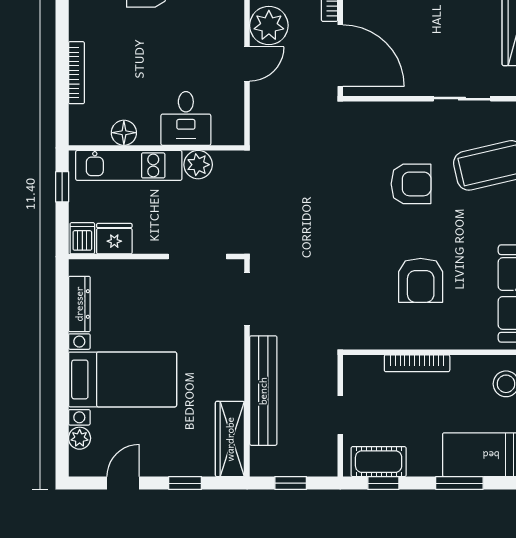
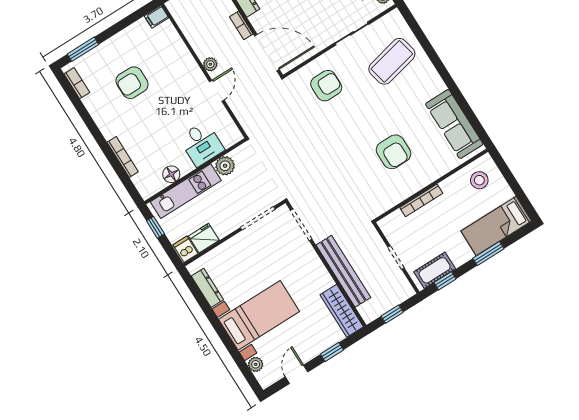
plant: (269, 25) -> (210, 64), width x0.53, depth x0.53
armchair: (411, 184) -> (326, 86), moved

